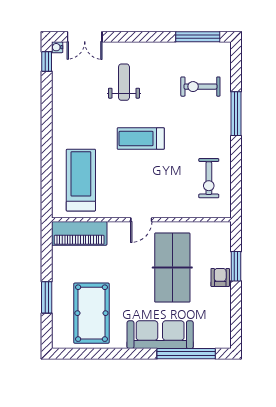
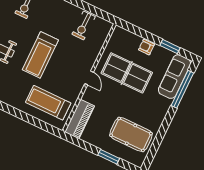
treadmill: (141, 138) -> (40, 55), width x1.37, depth x1.38
exercise bike: (209, 178) -> (84, 25), turned 91
window: (236, 266) -> (170, 47), moved
sofa: (160, 335) -> (174, 77), moved

